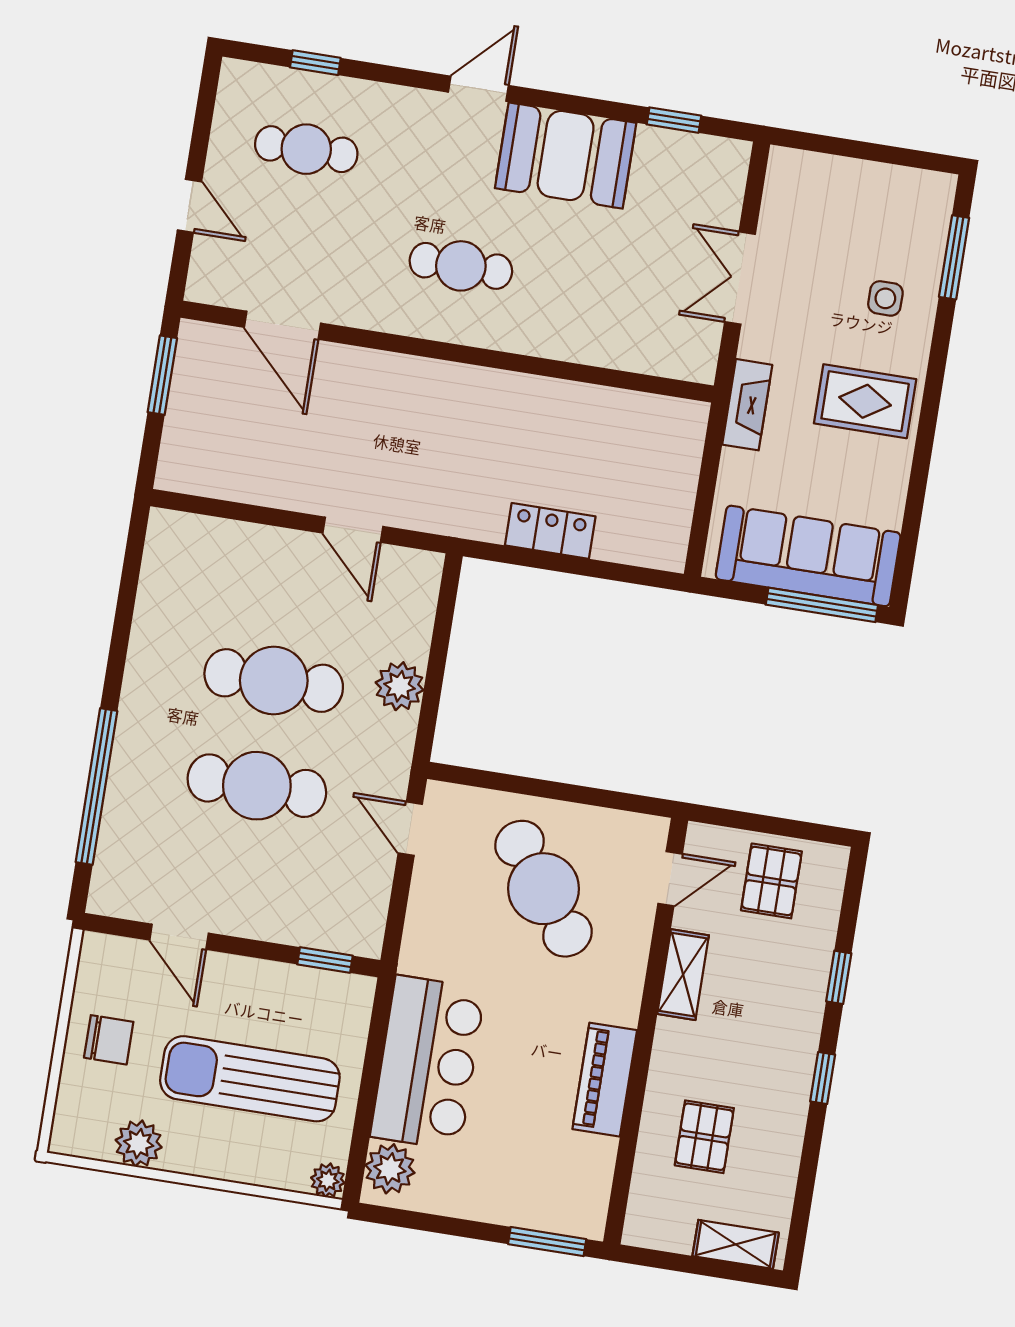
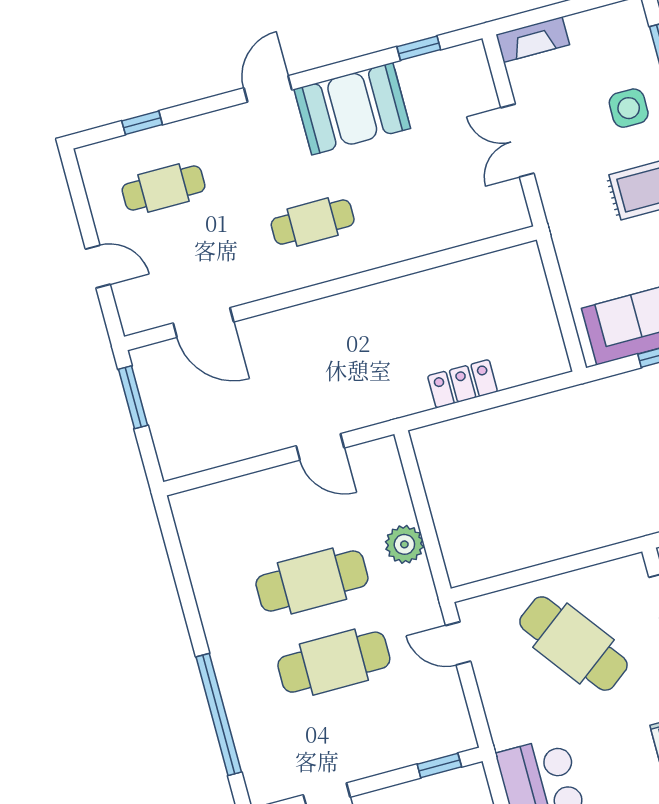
side table: (885, 298) -> (629, 108), width x1.37, depth x1.37
fireplace: (747, 405) -> (533, 40), moved, turned 90

